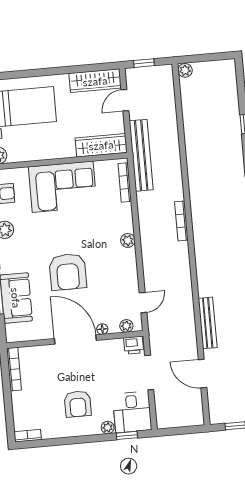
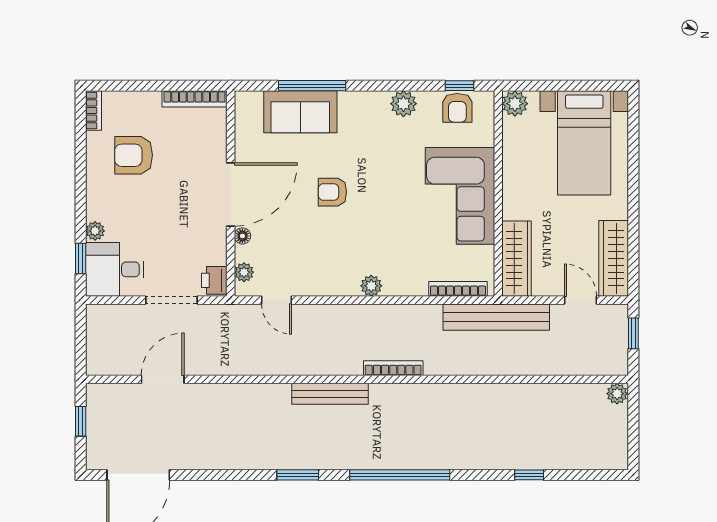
armchair: (68, 272) -> (332, 192), width x0.53, depth x0.53
bench: (208, 323) -> (330, 394), moved
armchair: (78, 404) -> (134, 155), moved

